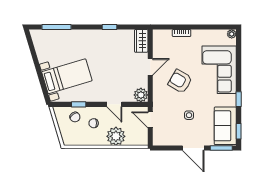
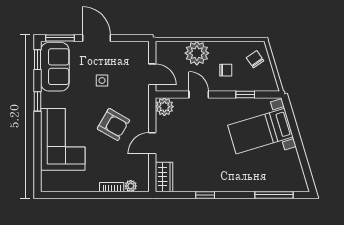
plant: (232, 34) -> (131, 186), moved
chair: (75, 117) -> (255, 59), moved

